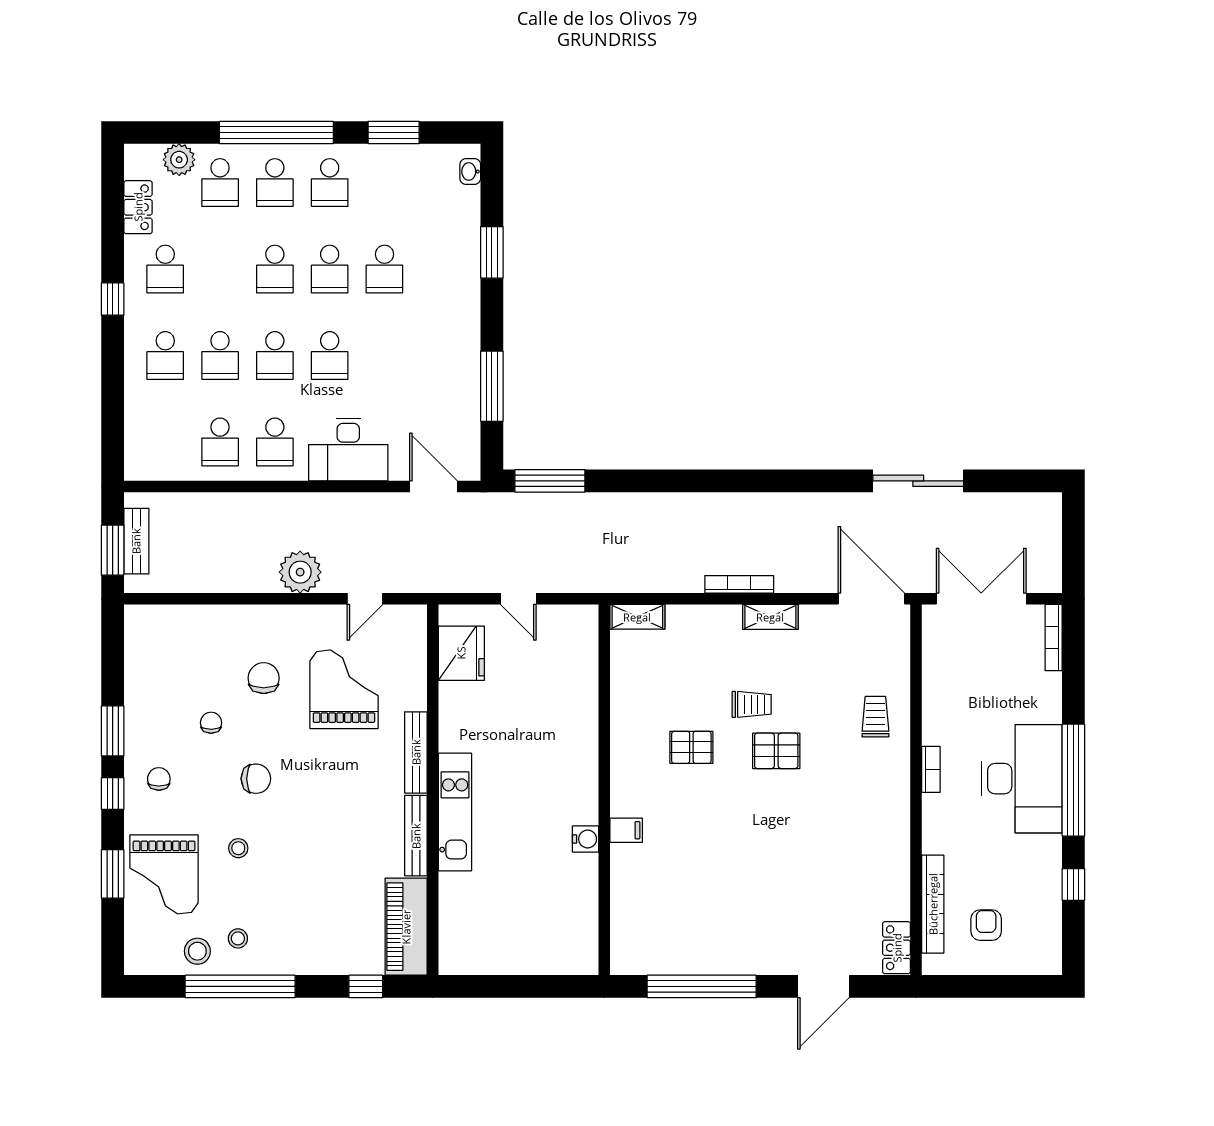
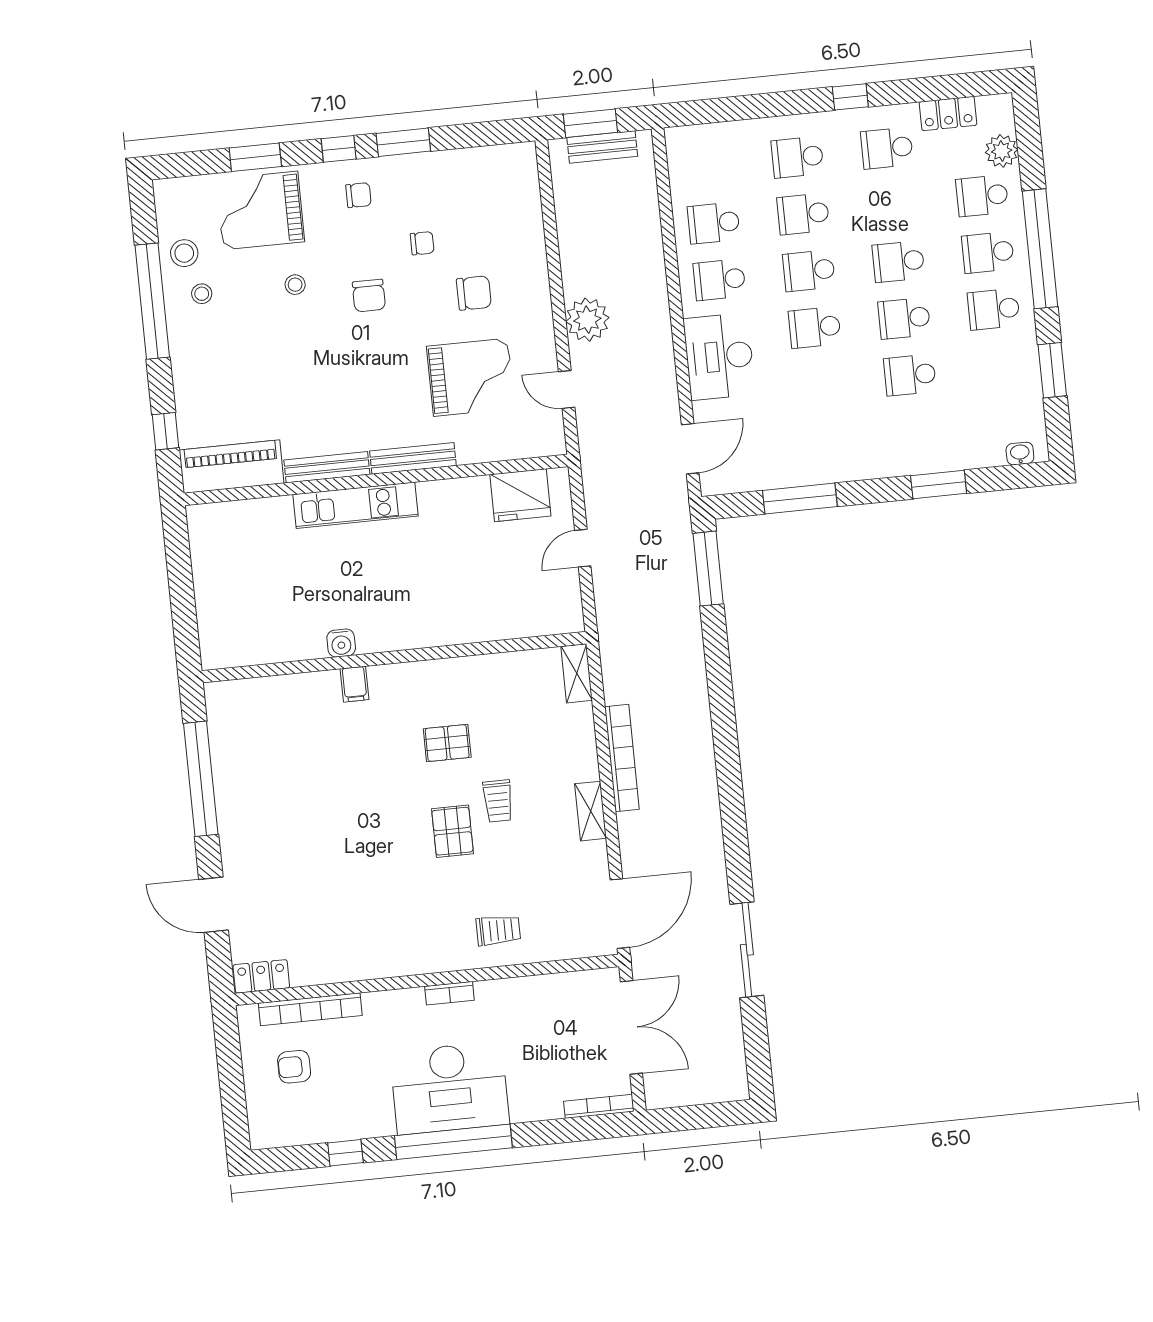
bookcase: (739, 584) -> (622, 758), width x1.48, depth x1.31
pallet: (691, 747) -> (447, 743), turned 90
armchair: (986, 925) -> (294, 1067), turned 180

